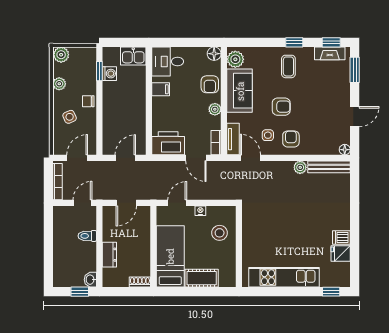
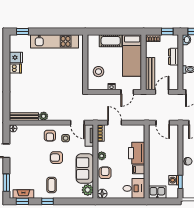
printer: (168, 143) -> (137, 153), moved, turned 90
door: (125, 158) -> (163, 123), hinge flipped
bench: (144, 230) -> (150, 74), added
window: (119, 292) -> (167, 32), added

